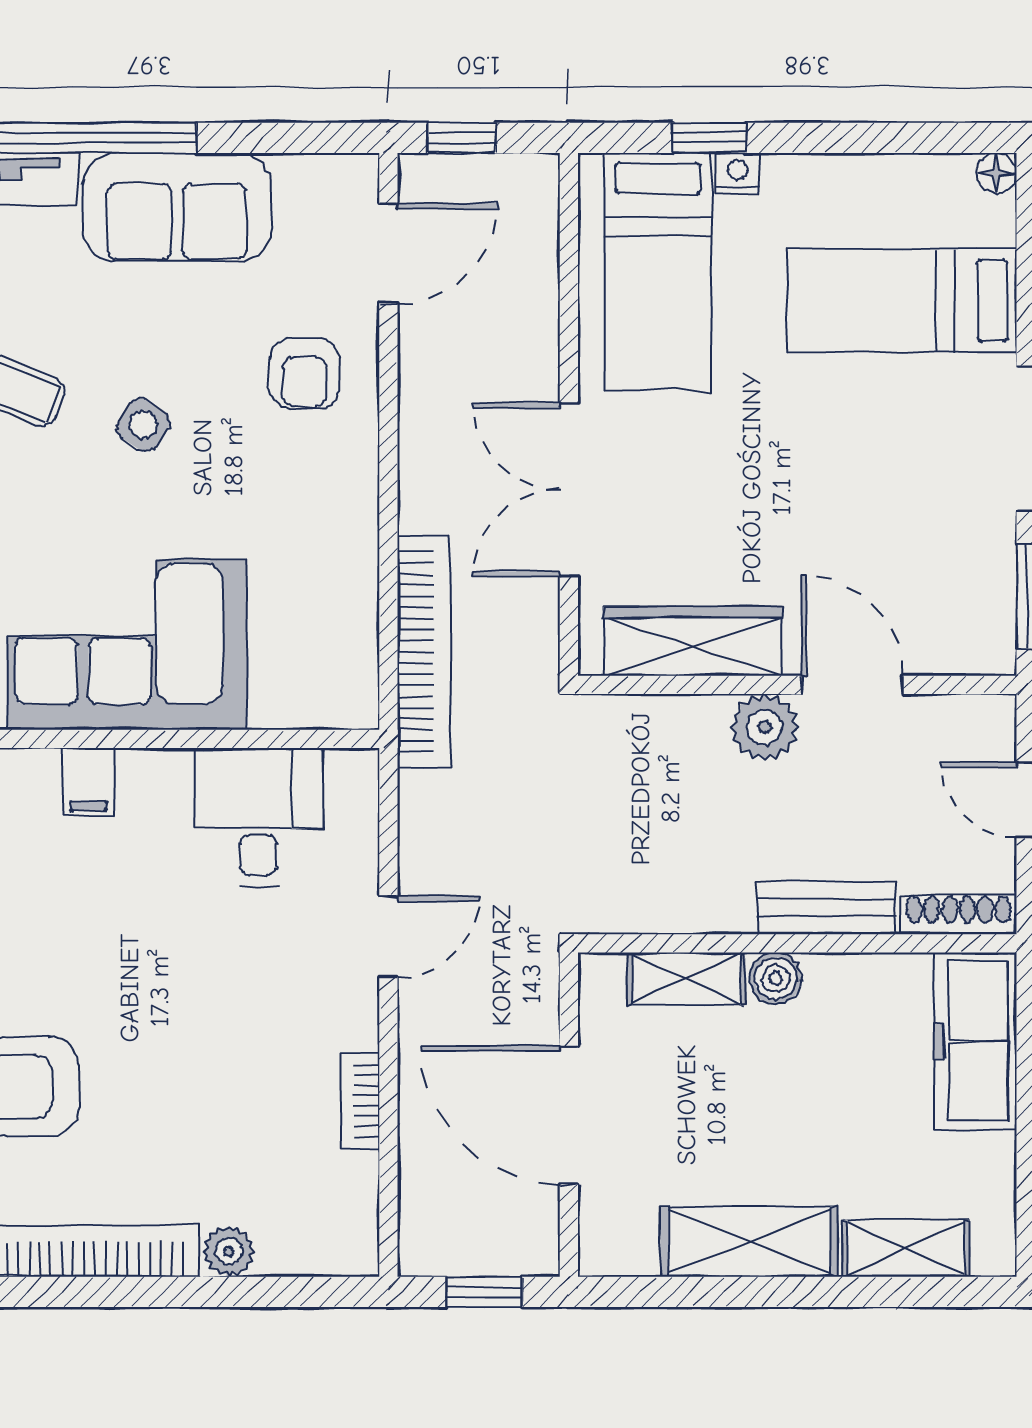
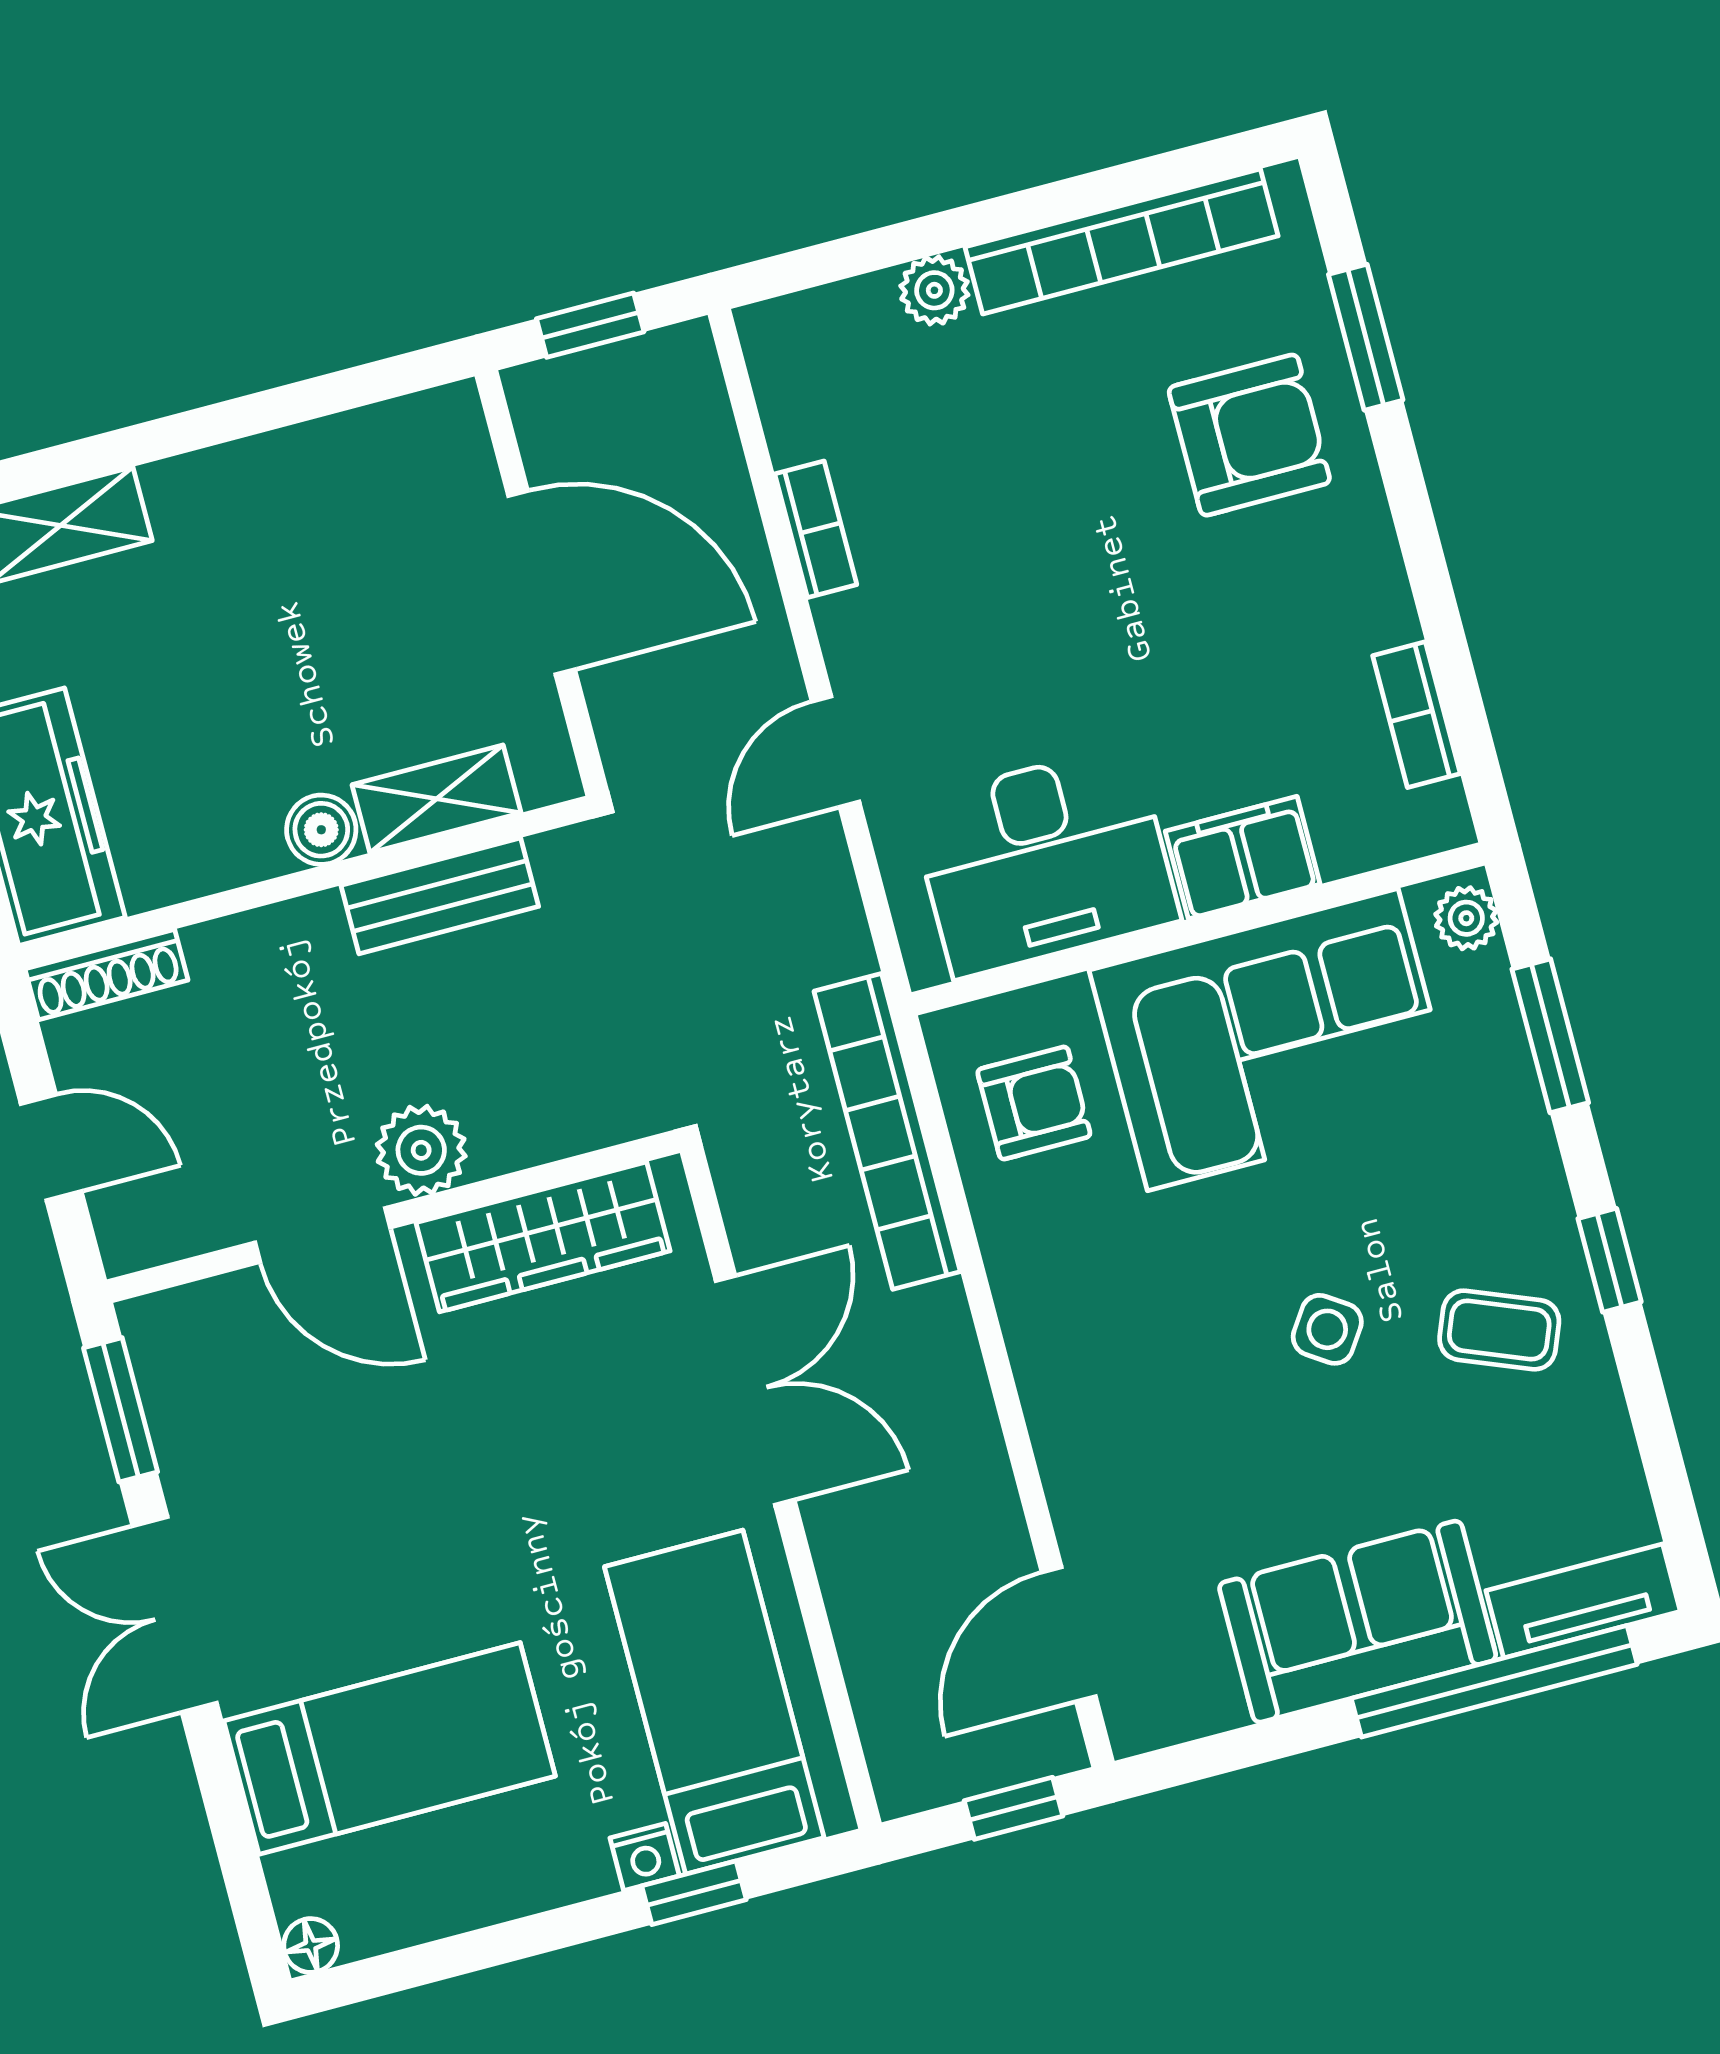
armchair: (305, 373) -> (1034, 1103), moved, turned 90
filing cabinet: (89, 782) -> (1243, 858), width x2.00
desk: (258, 817) -> (1044, 861), width x1.37
bench: (826, 908) -> (440, 896), moved
shelving: (749, 1242) -> (265, 481), removed

